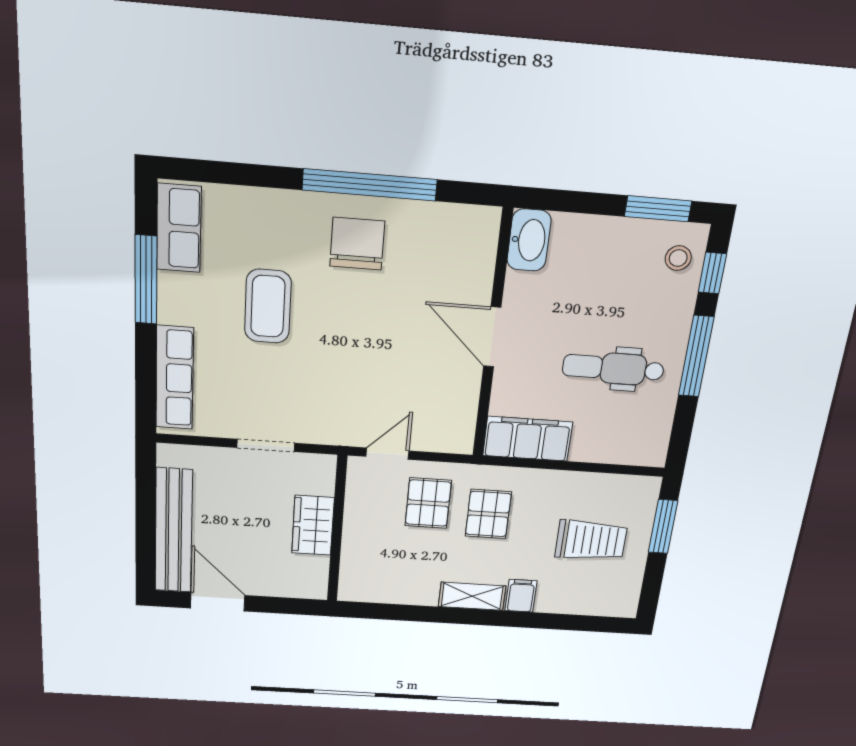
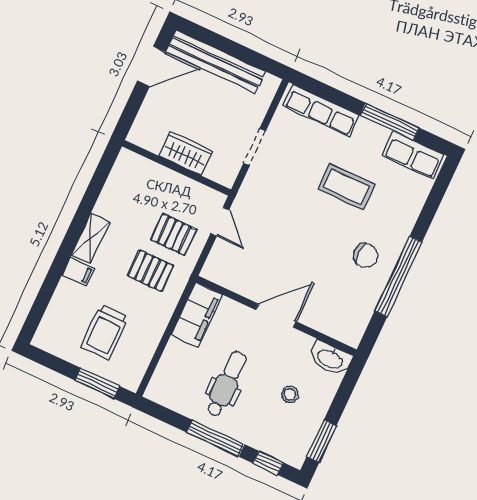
chair: (357, 244) -> (366, 256), width x0.73, depth x0.73
stool: (678, 258) -> (290, 394), moved

